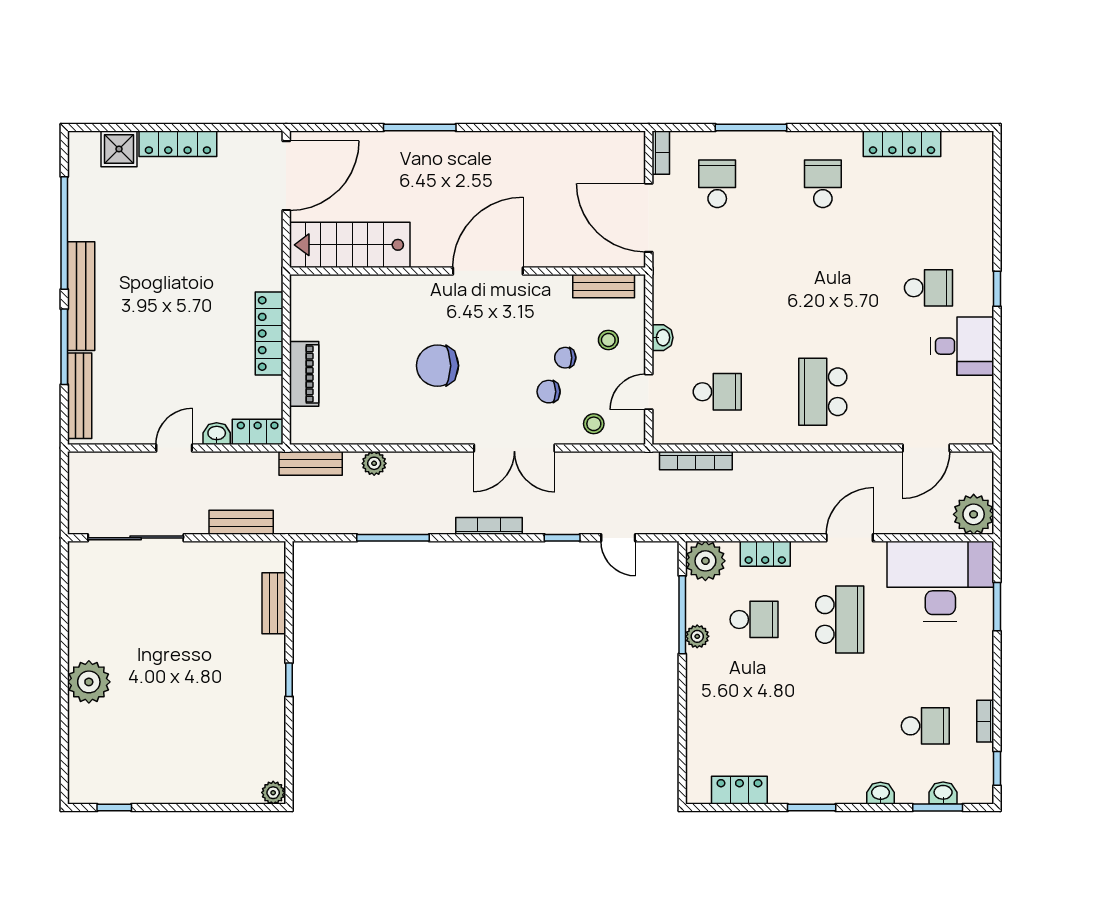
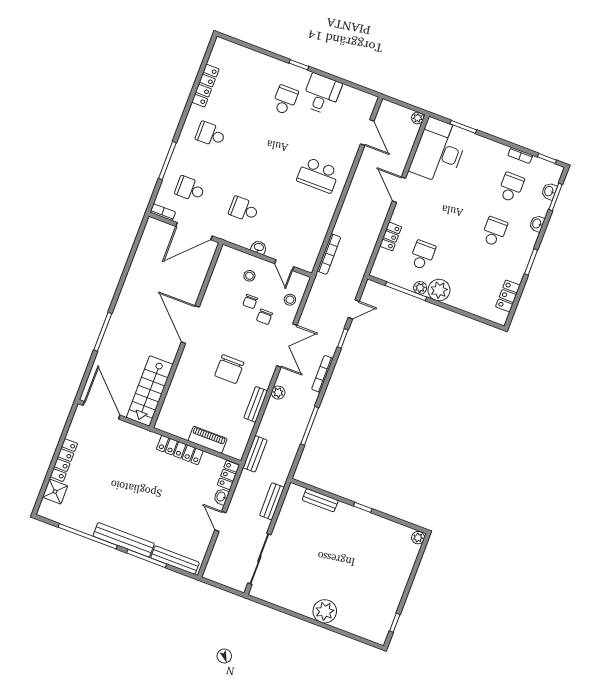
bench: (604, 286) -> (256, 404), moved
school desk: (717, 392) -> (244, 209), moved, turned -90
plant: (374, 463) -> (278, 393), moved
plant: (974, 514) -> (418, 118), width x0.53, depth x0.53
plant: (705, 561) -> (439, 290), moved
school desk: (840, 619) -> (494, 232), moved, width x0.54

